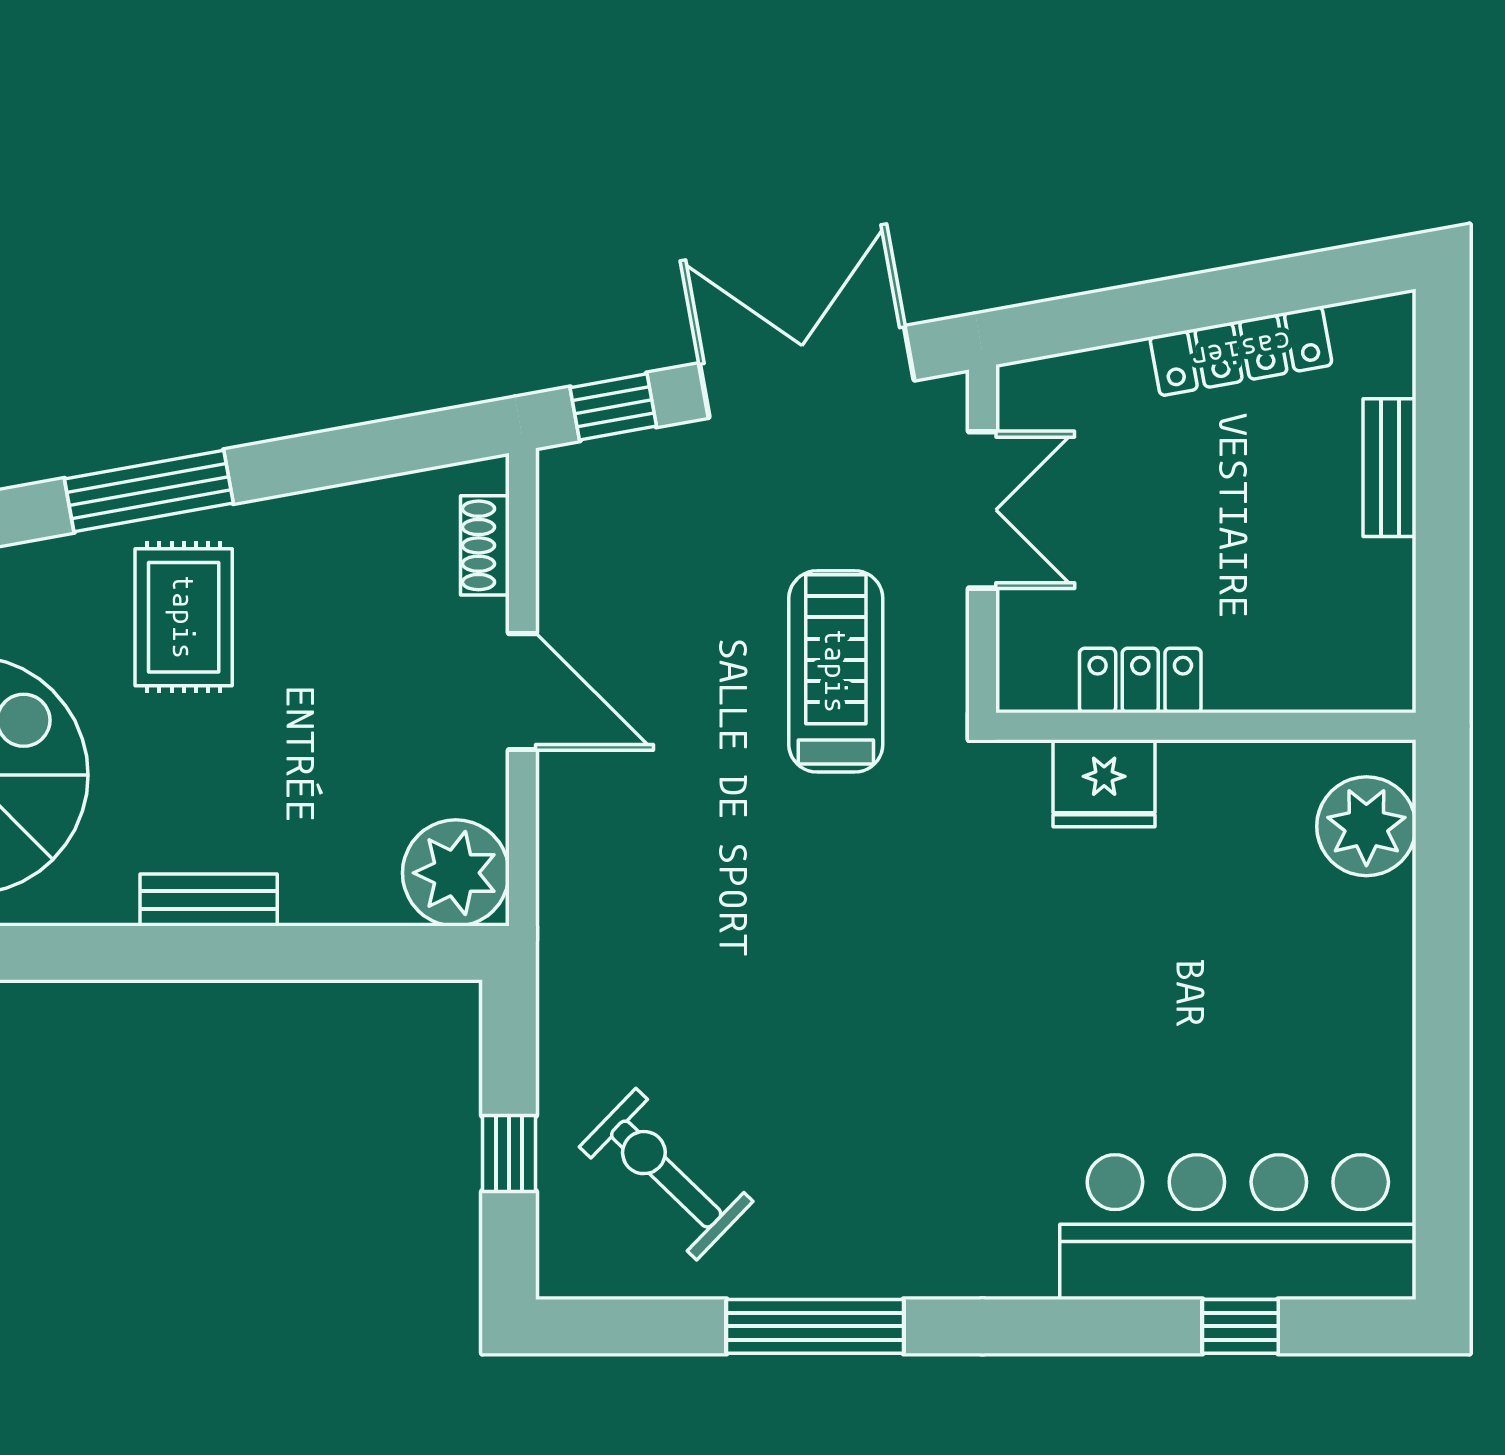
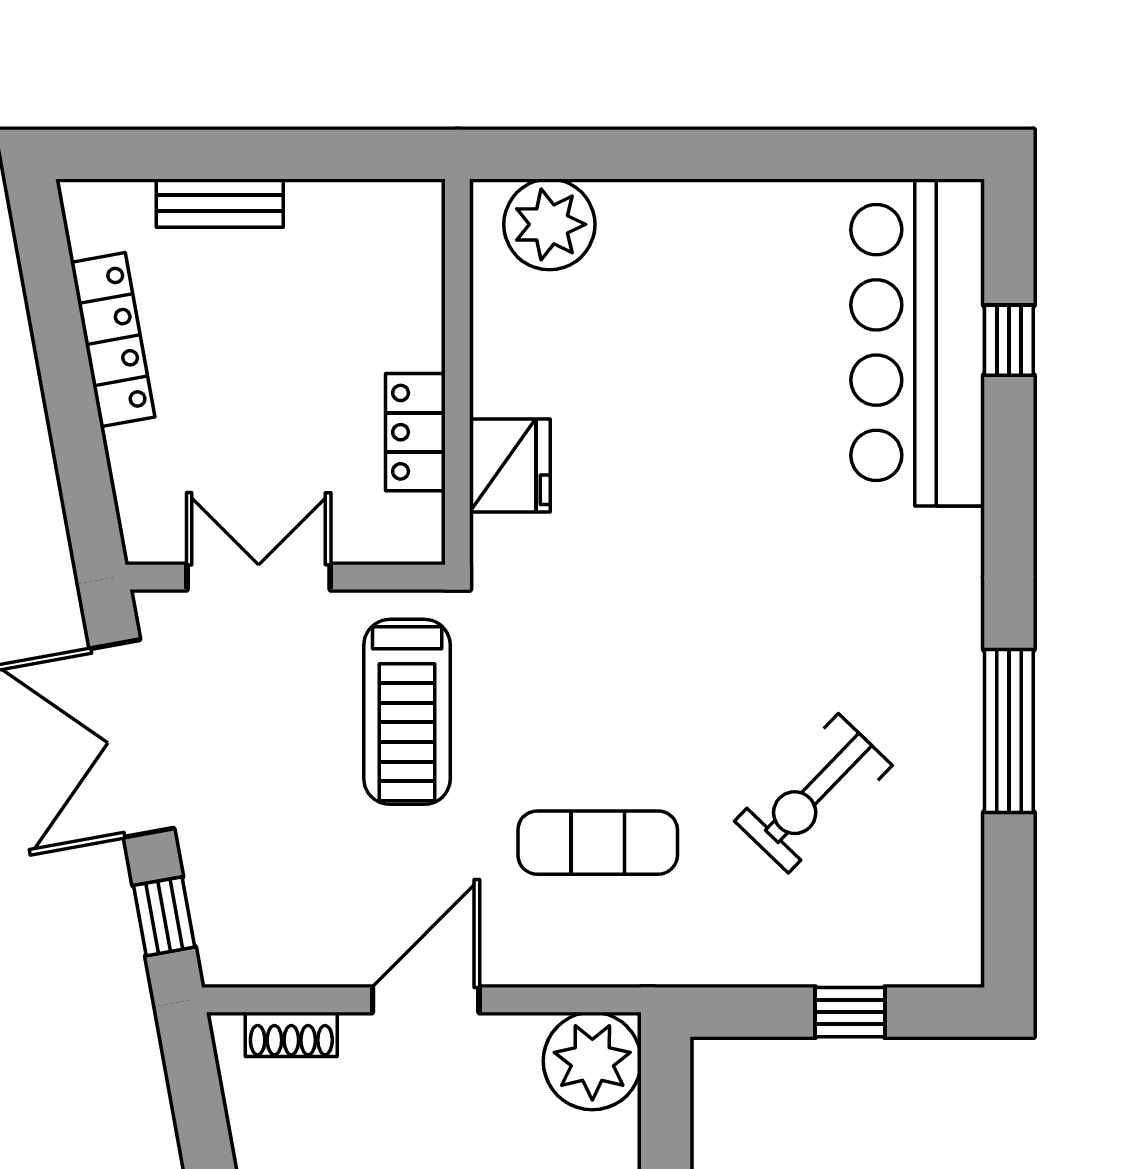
treadmill: (836, 671) -> (407, 712), turned -90
exercise mat: (693, 879) -> (598, 843), added
exercise bike: (666, 1174) -> (813, 793), moved

